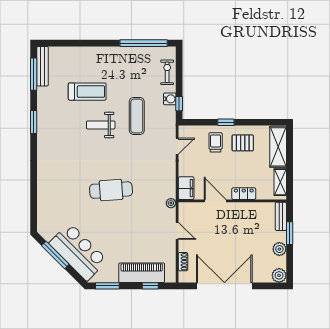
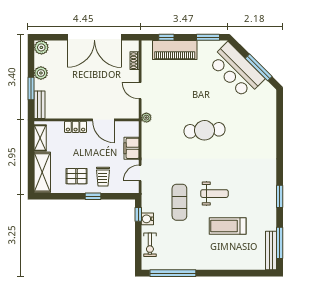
filing cabinet: (186, 188) -> (132, 148), moved

